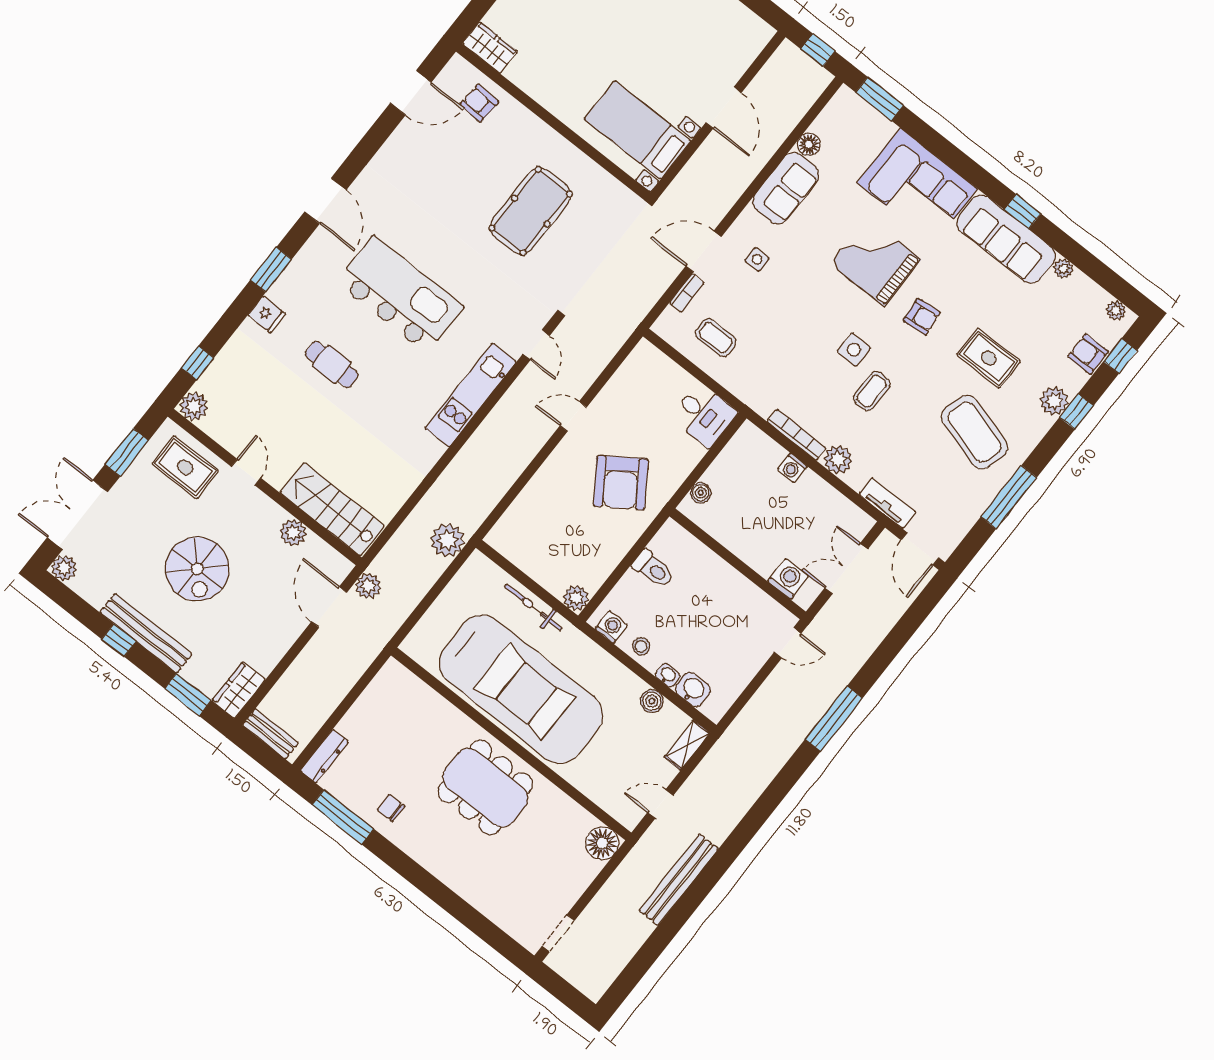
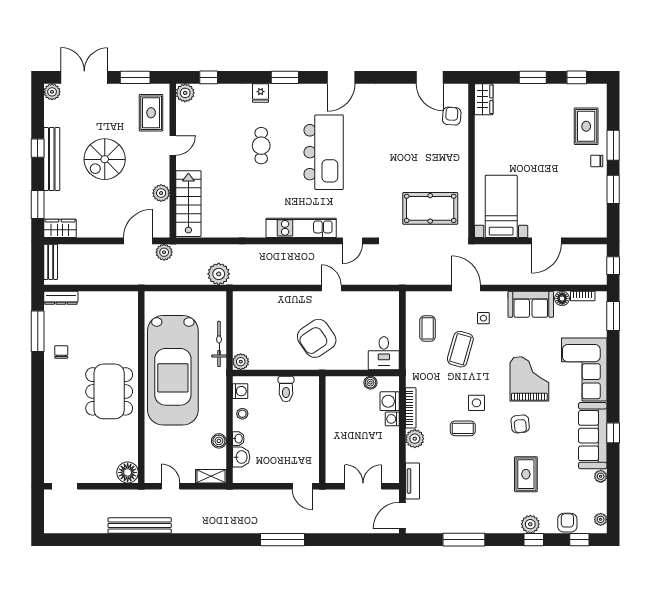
pool table: (531, 211) -> (430, 208), moved
bookcase: (687, 293) -> (583, 296), moved
coffee table: (974, 432) -> (460, 349), moved, width x0.73, depth x0.76
boiler: (701, 493) -> (370, 383), moved
washing machine: (788, 579) -> (390, 401), moved, turned 180

